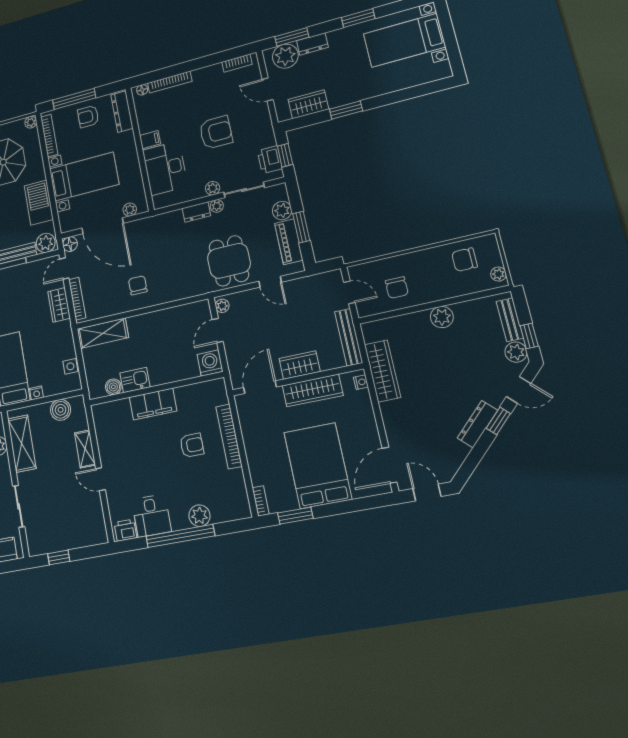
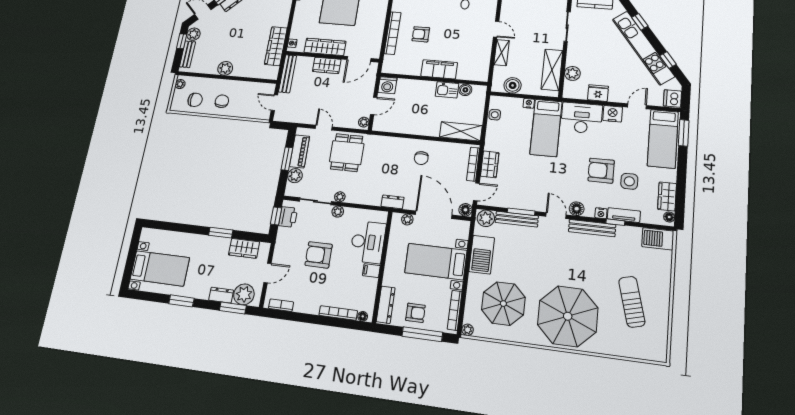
door: (268, 90) -> (267, 273), hinge flipped
dresser: (196, 212) -> (393, 202), moved
chair: (397, 288) -> (222, 101), moved

